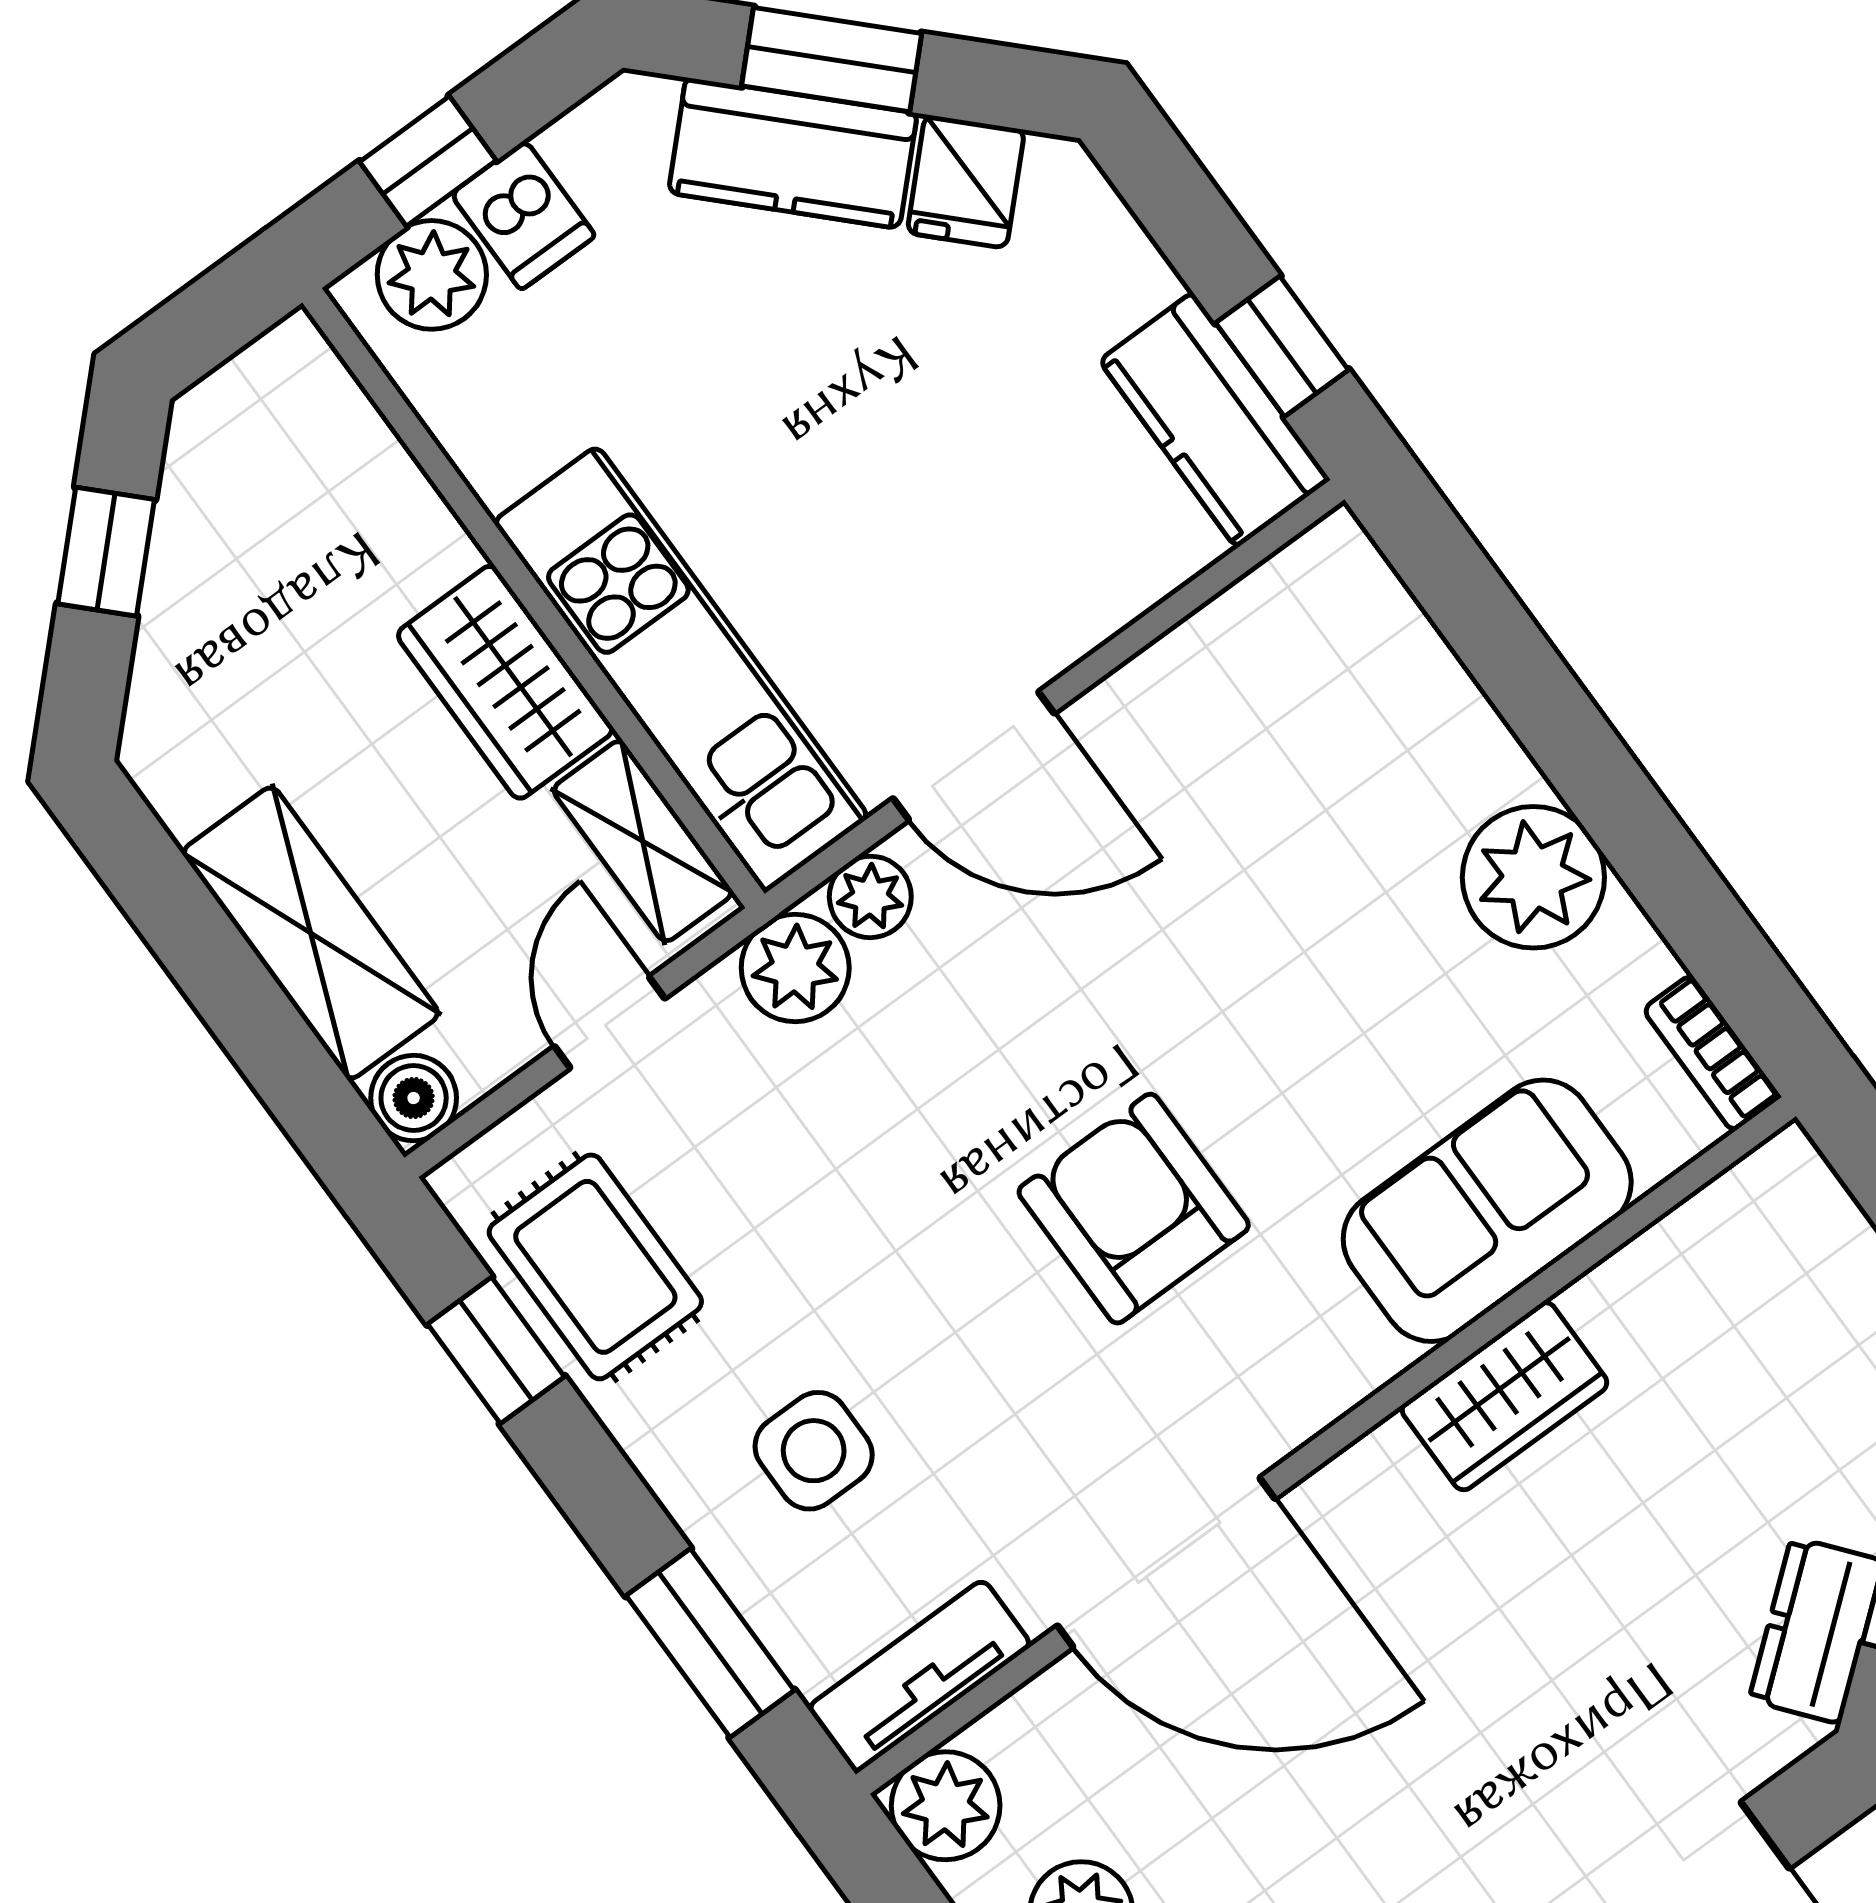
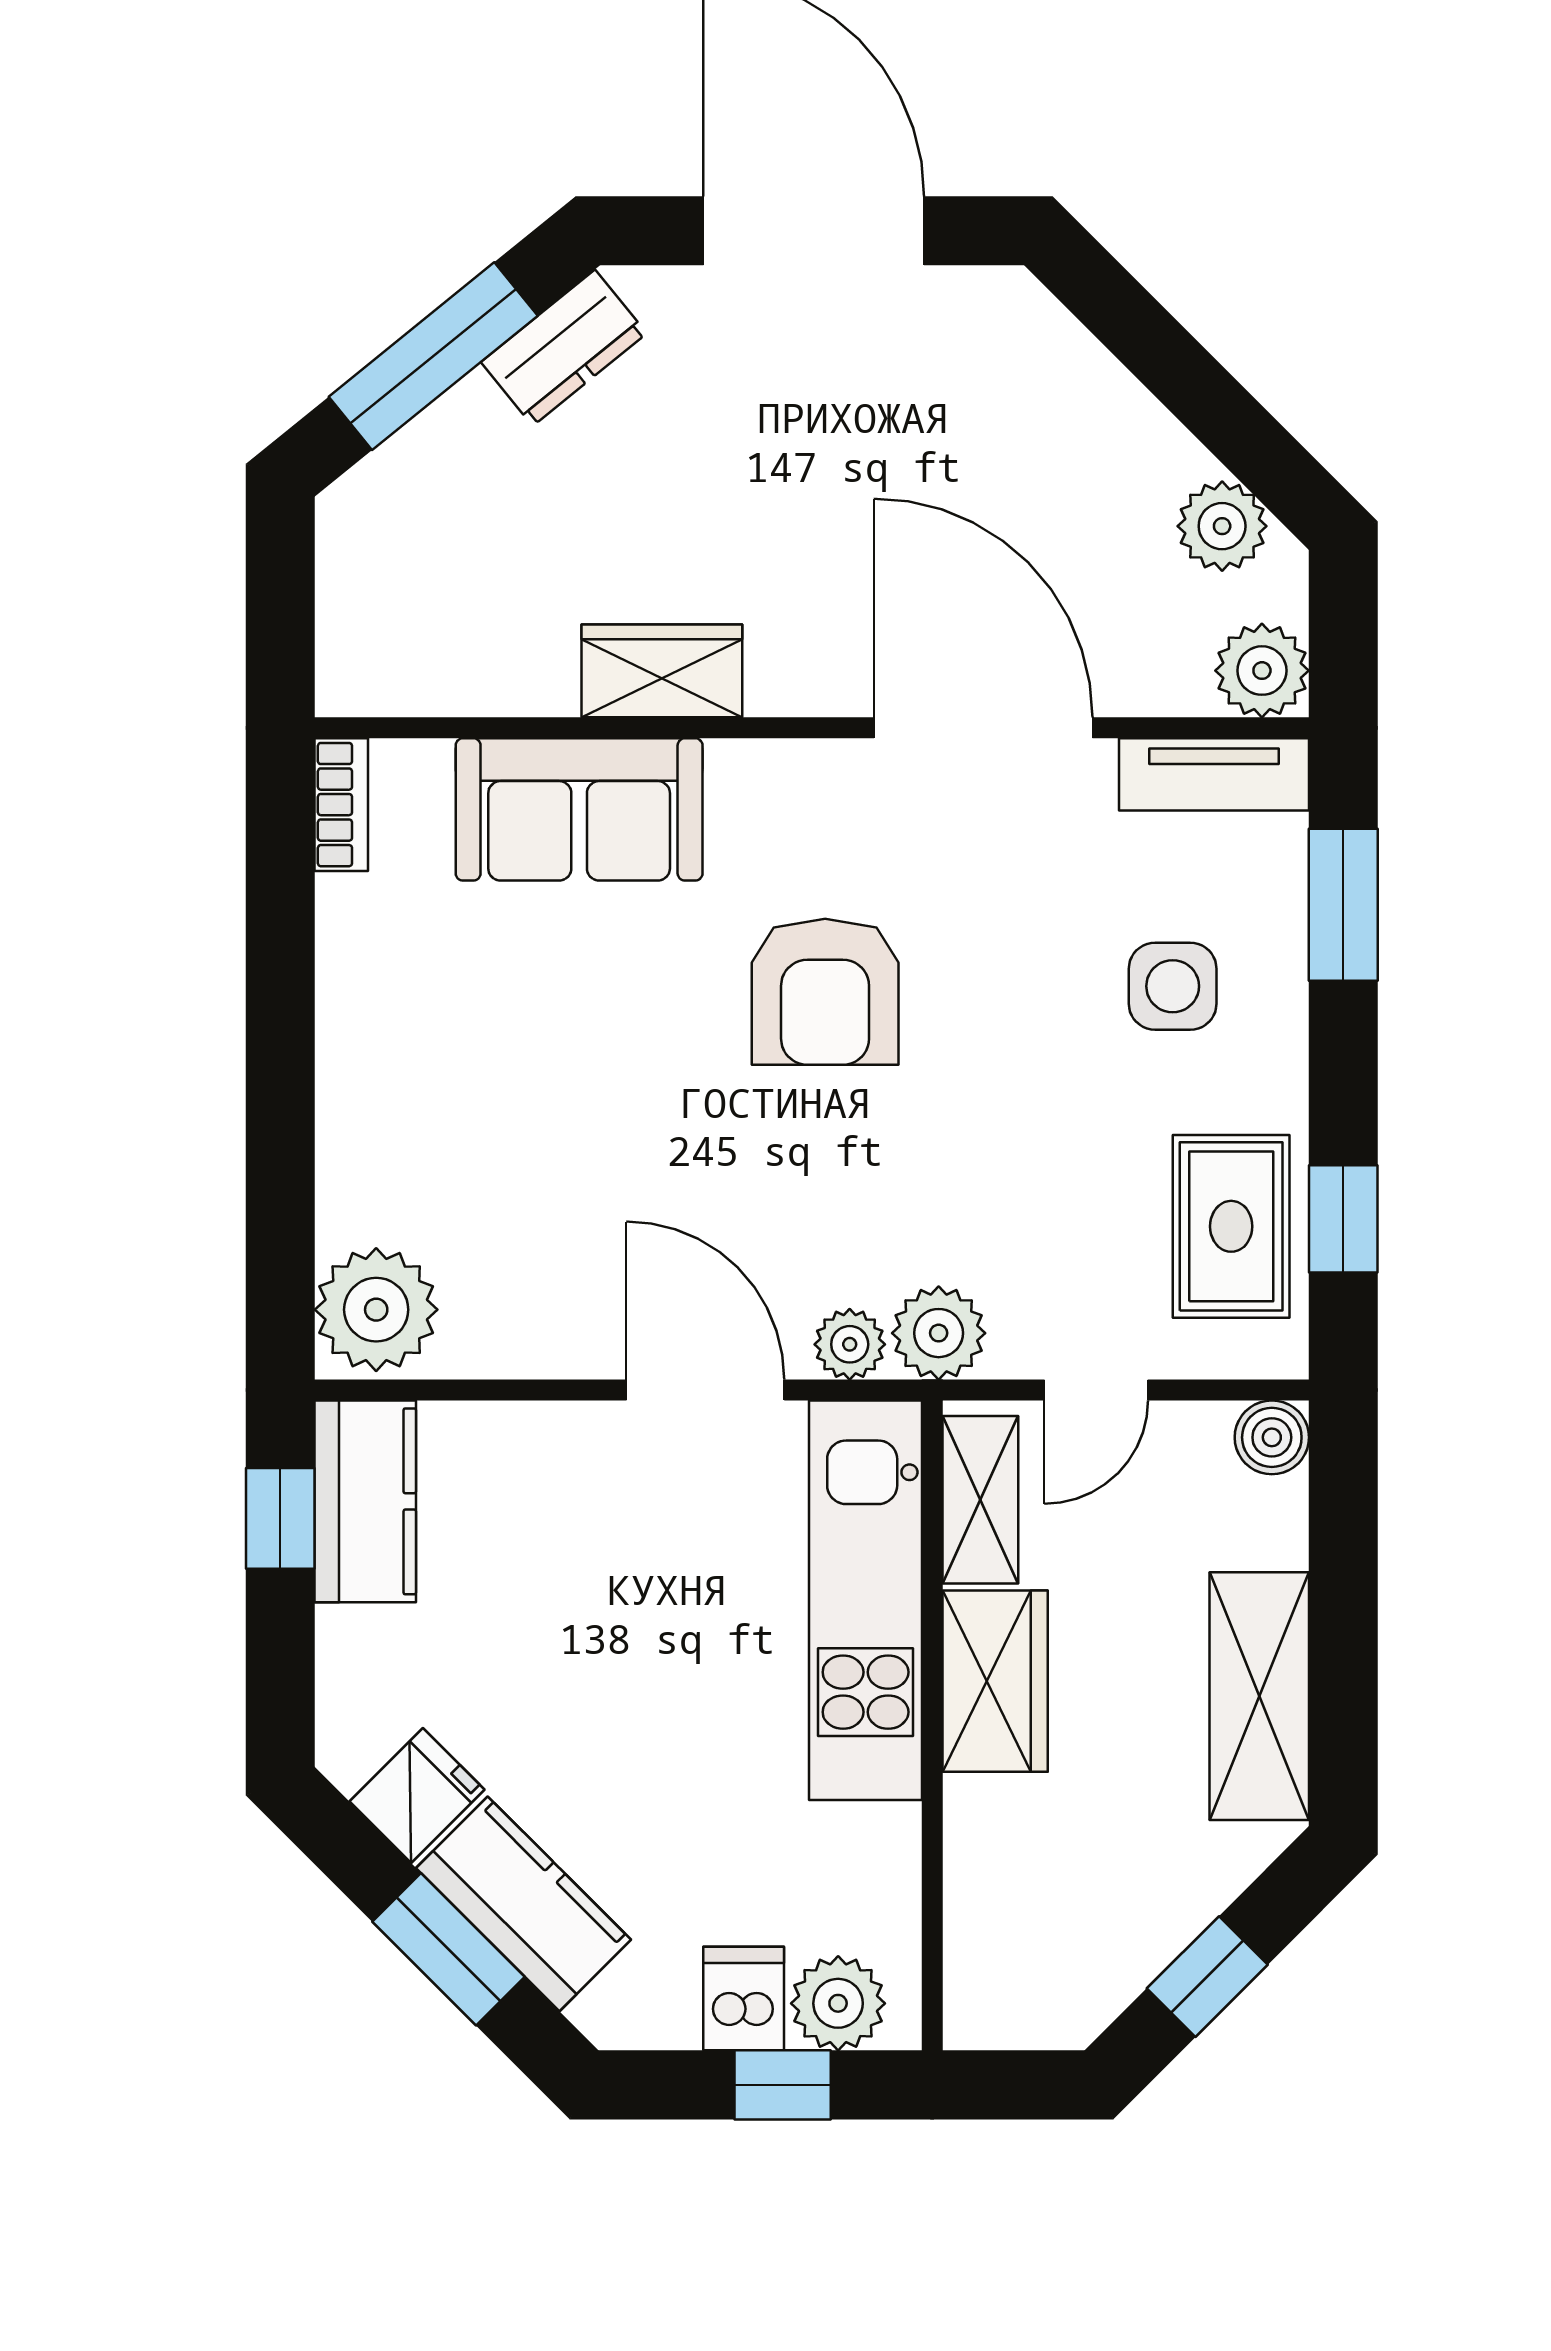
plant: (1533, 877) -> (376, 1310), moved
shelving: (311, 933) -> (1259, 1696), moved

